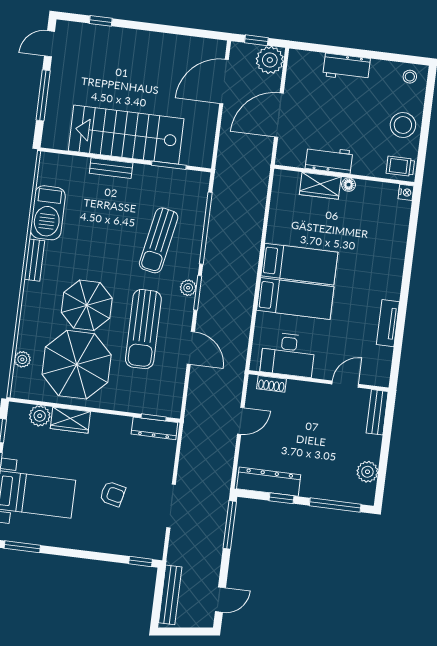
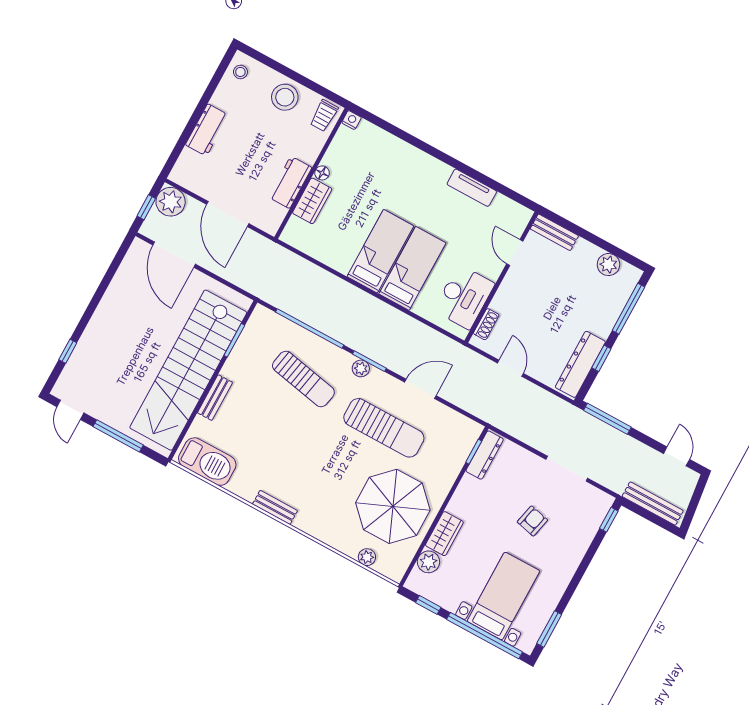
stairs: (126, 135) -> (188, 370), width x1.36
barbecue: (48, 213) -> (207, 462), moved
parasol: (87, 305) -> (339, 474), removed

